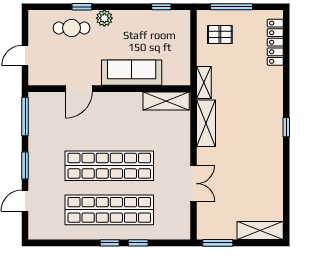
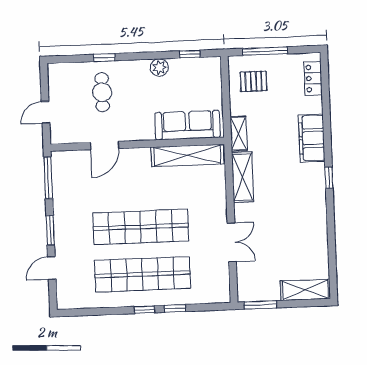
plant: (104, 18) -> (159, 68), moved
cafe table: (72, 28) -> (102, 92), moved, turned 90
locker: (275, 42) -> (313, 78), width x0.66
sofa: (132, 73) -> (187, 125), moved
filing cabinet: (272, 89) -> (312, 138), added
shelving: (166, 101) -> (187, 155), width x1.47

